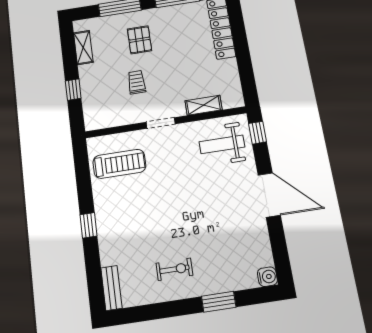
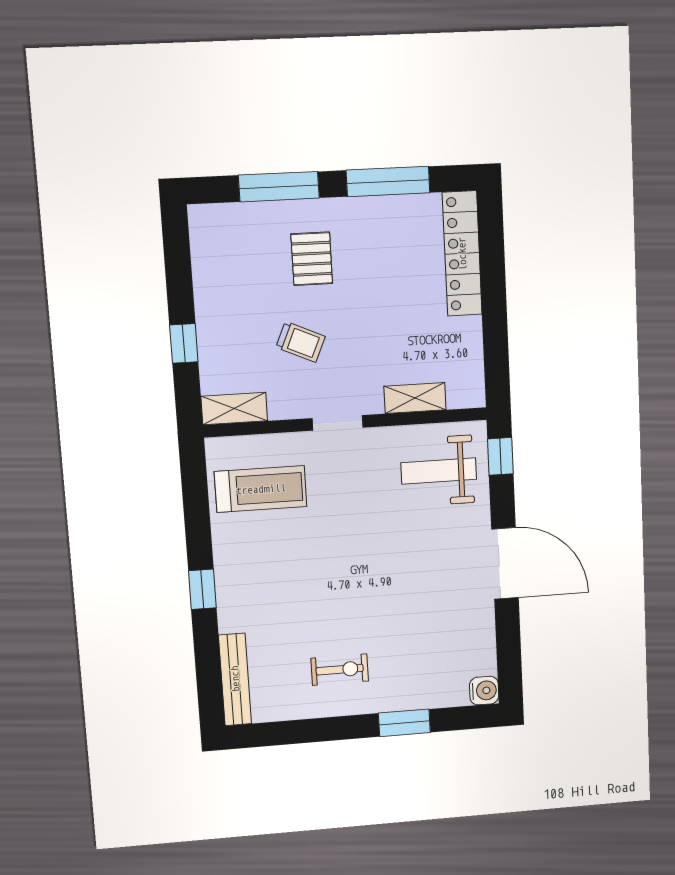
shelving: (83, 48) -> (234, 409), moved, turned 90
trolley: (137, 82) -> (301, 342), turned 114
bench: (111, 288) -> (235, 679), width x1.36

